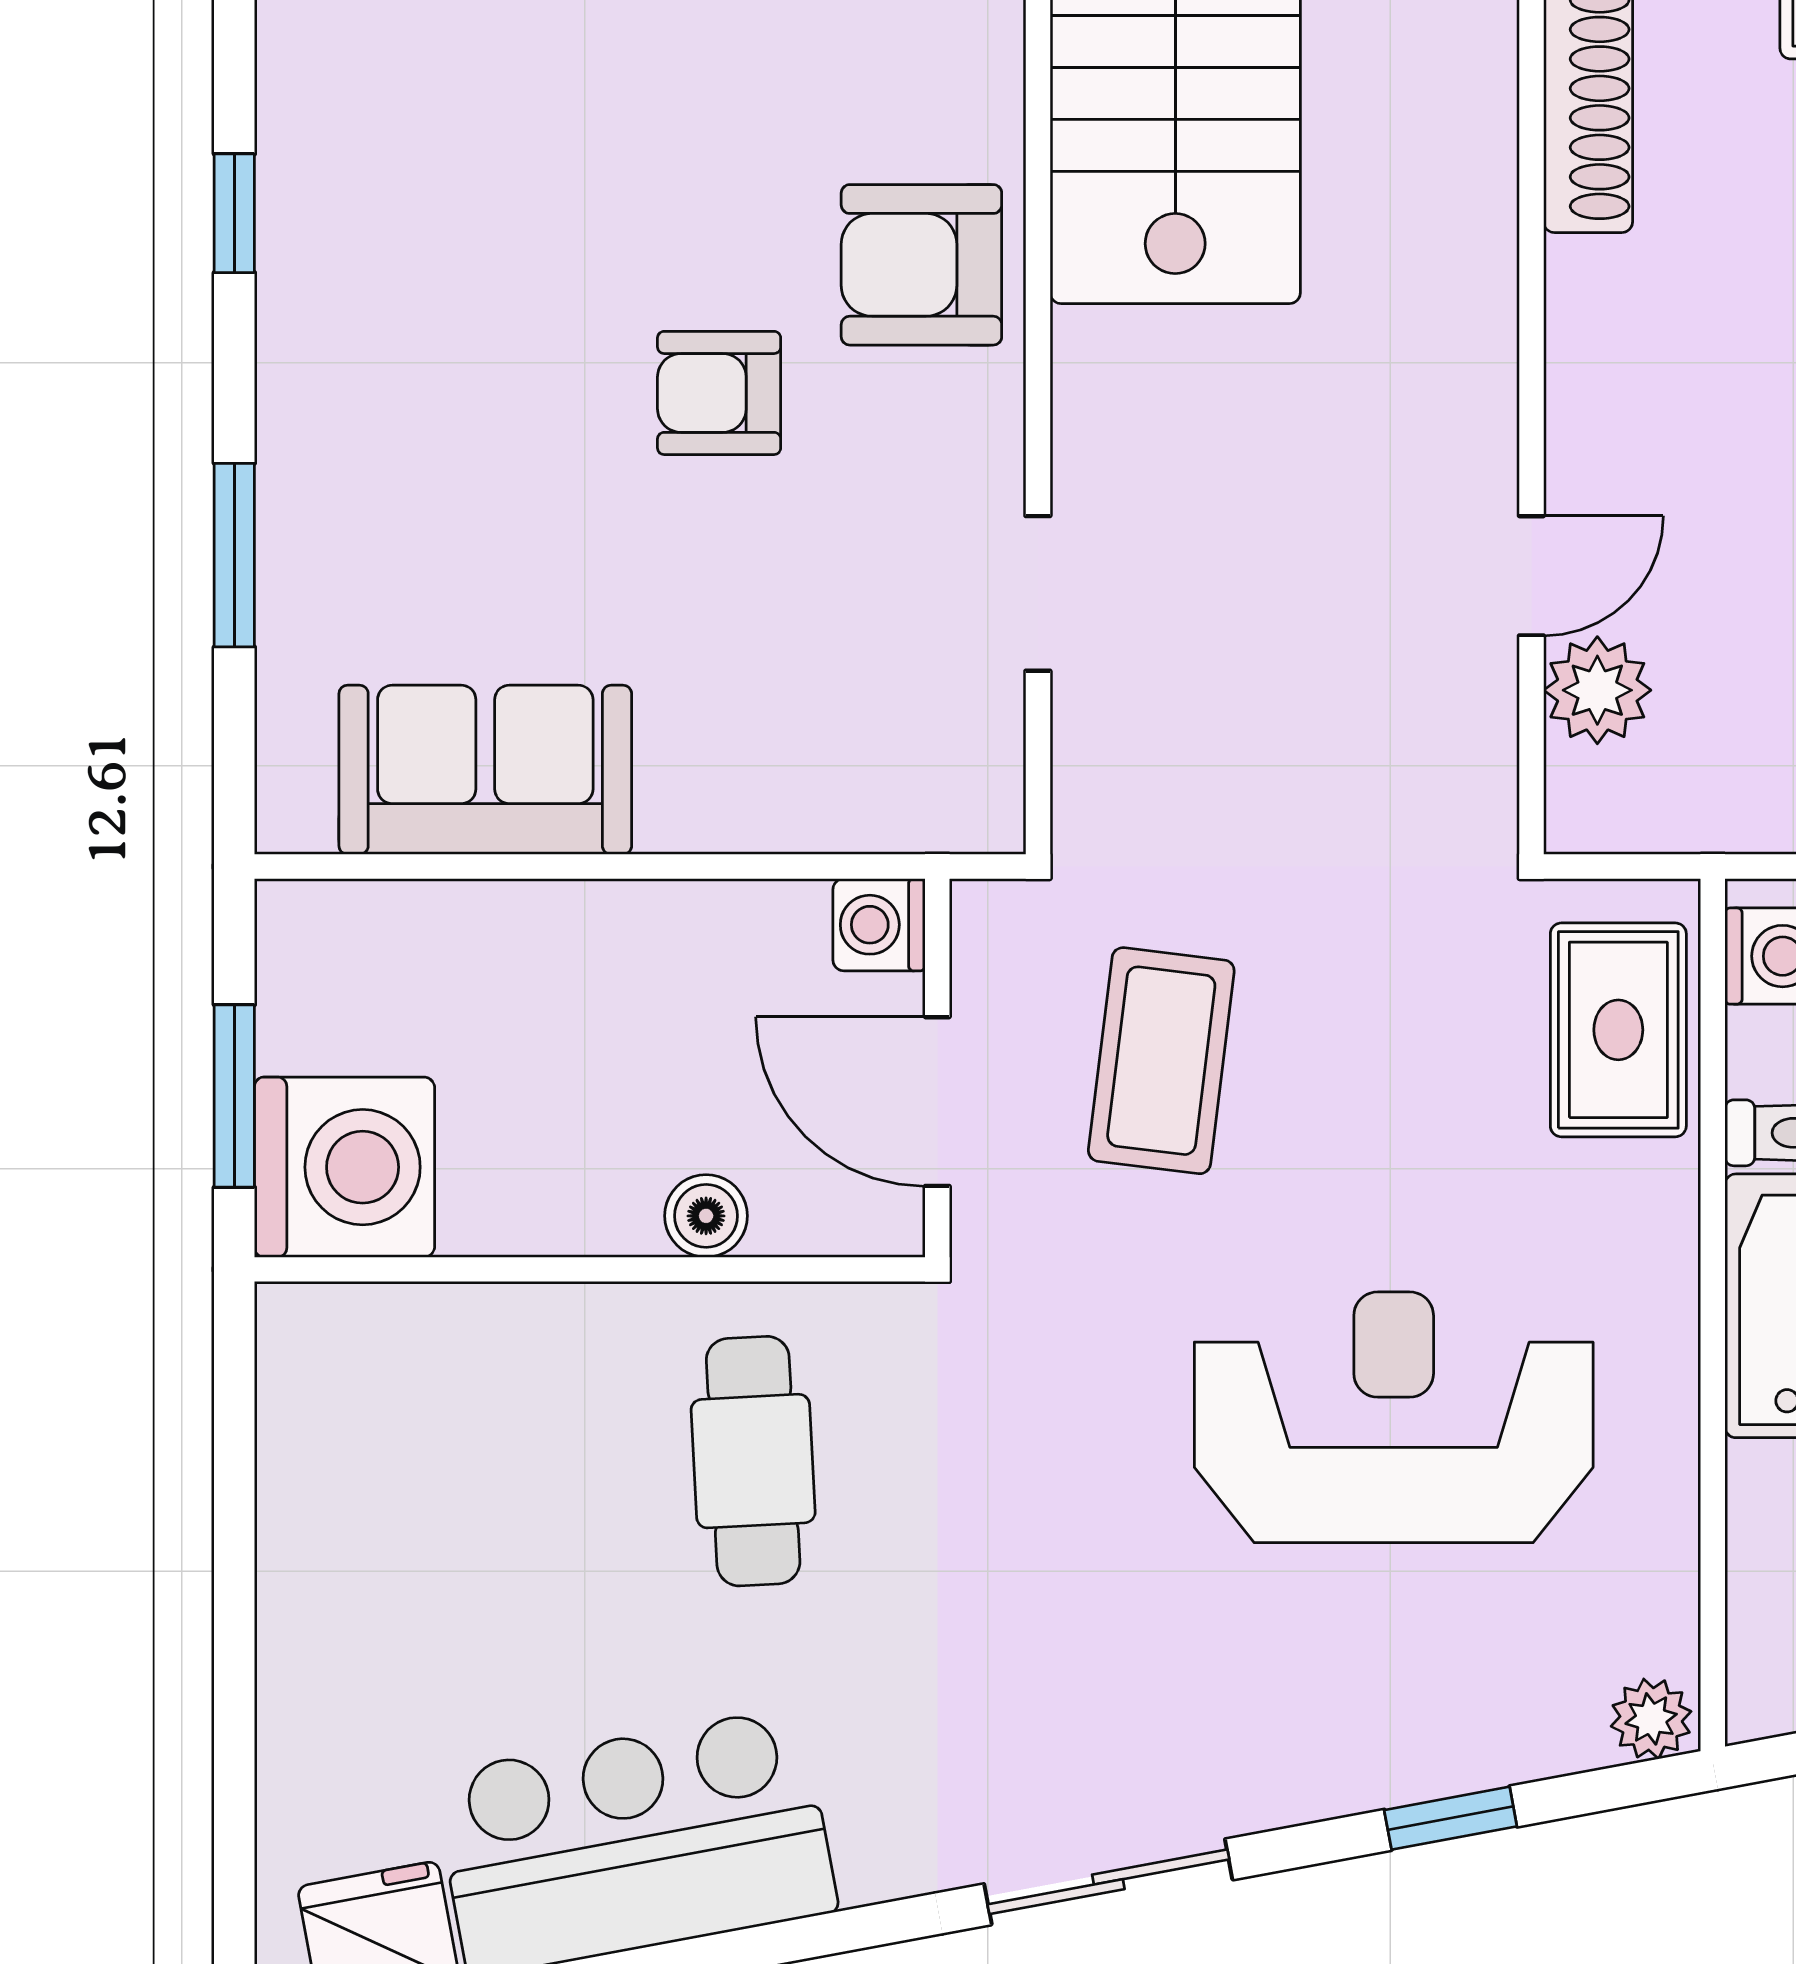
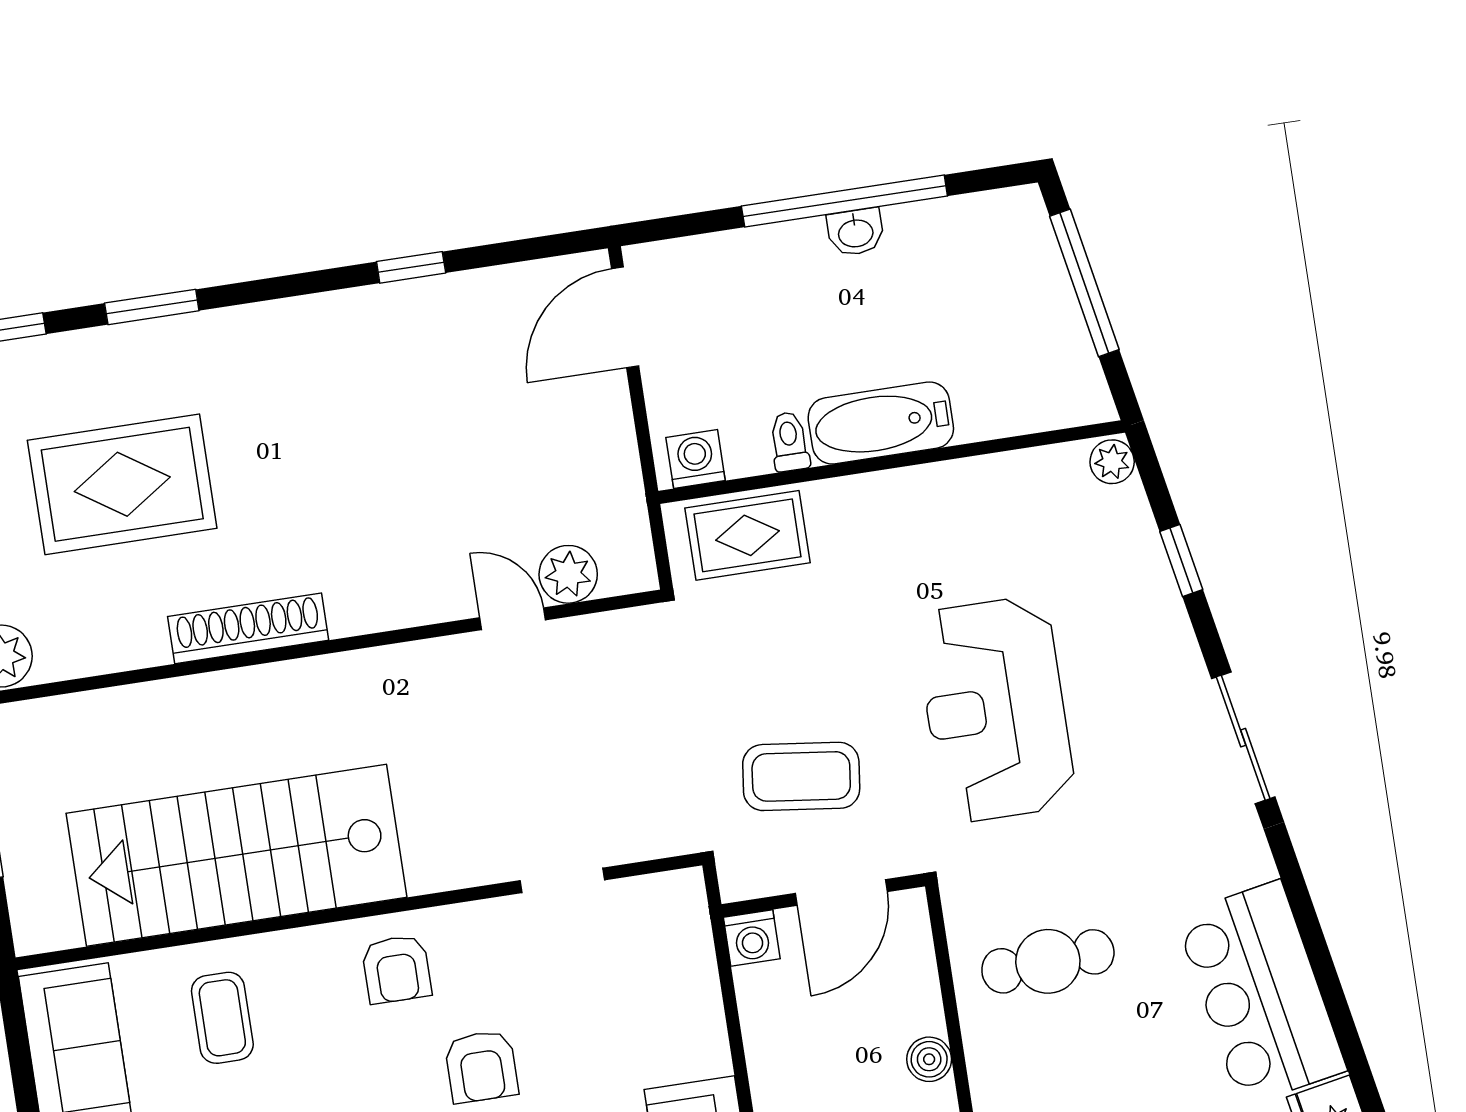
armchair: (921, 265) -> (397, 969), width x0.72, depth x0.72
boiler: (706, 1216) -> (929, 1059), moved
reception desk: (1394, 1417) -> (995, 709), moved

